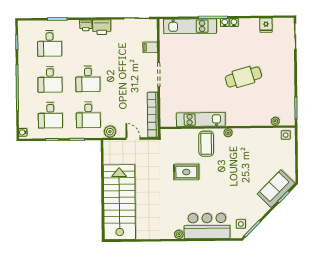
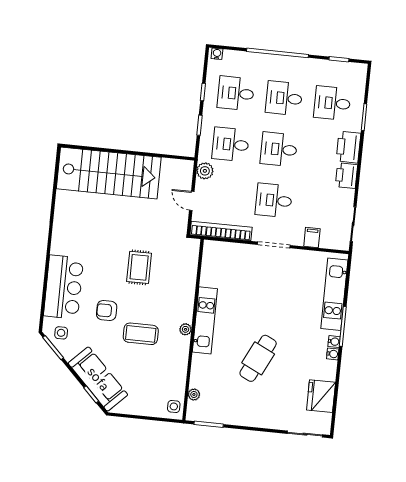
printer: (86, 25) -> (348, 147), width x1.87, depth x1.48
fridge: (266, 25) -> (321, 396), width x1.88, depth x1.34
cafe table: (243, 77) -> (258, 358), turned 42
desk: (126, 79) -> (274, 200), added
kitchen unit: (201, 119) -> (205, 320), moved
door: (133, 139) -> (192, 201), swing flipped
coffee table: (206, 144) -> (141, 334), moved
sofa: (276, 189) -> (98, 379), width x1.36
armchair: (221, 192) -> (107, 310), added
plant: (179, 234) -> (57, 248), removed

